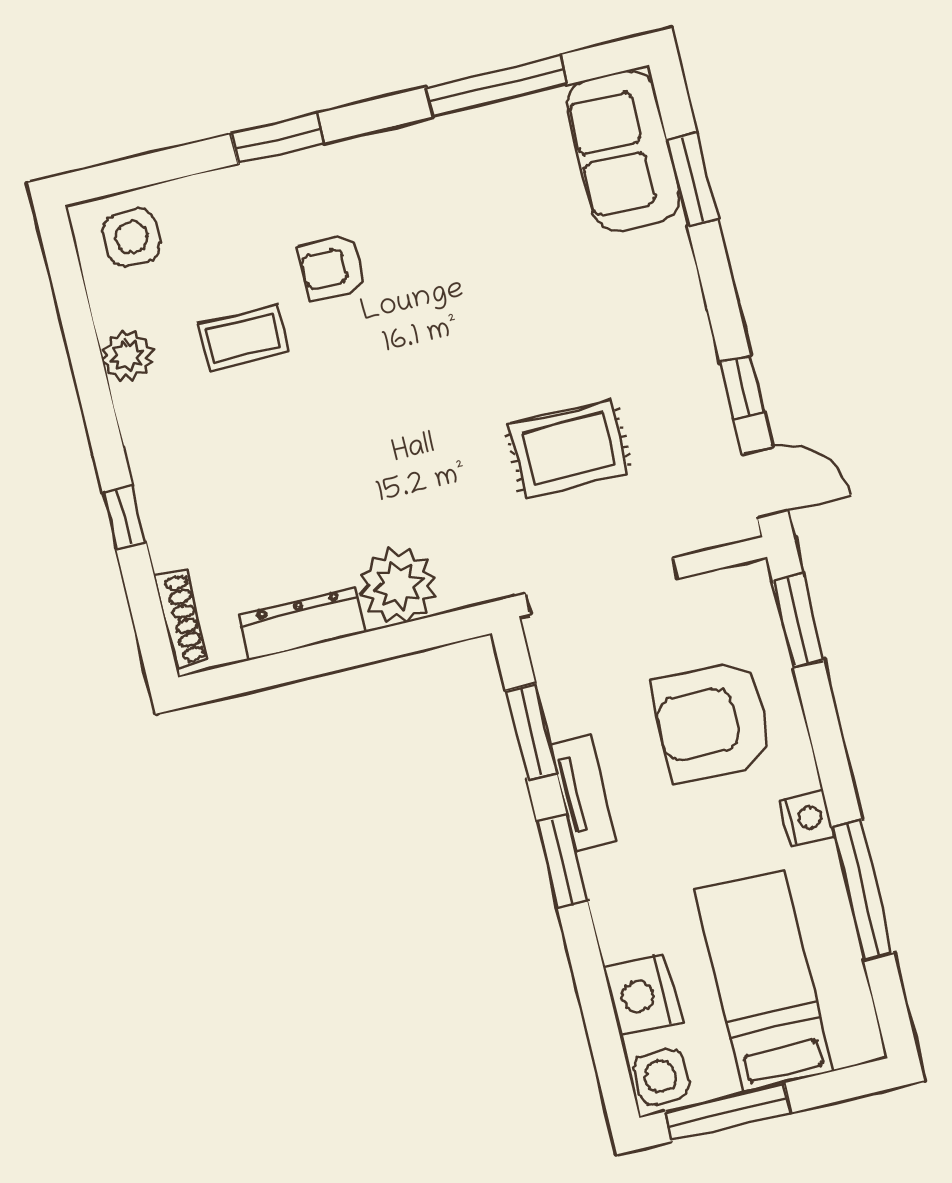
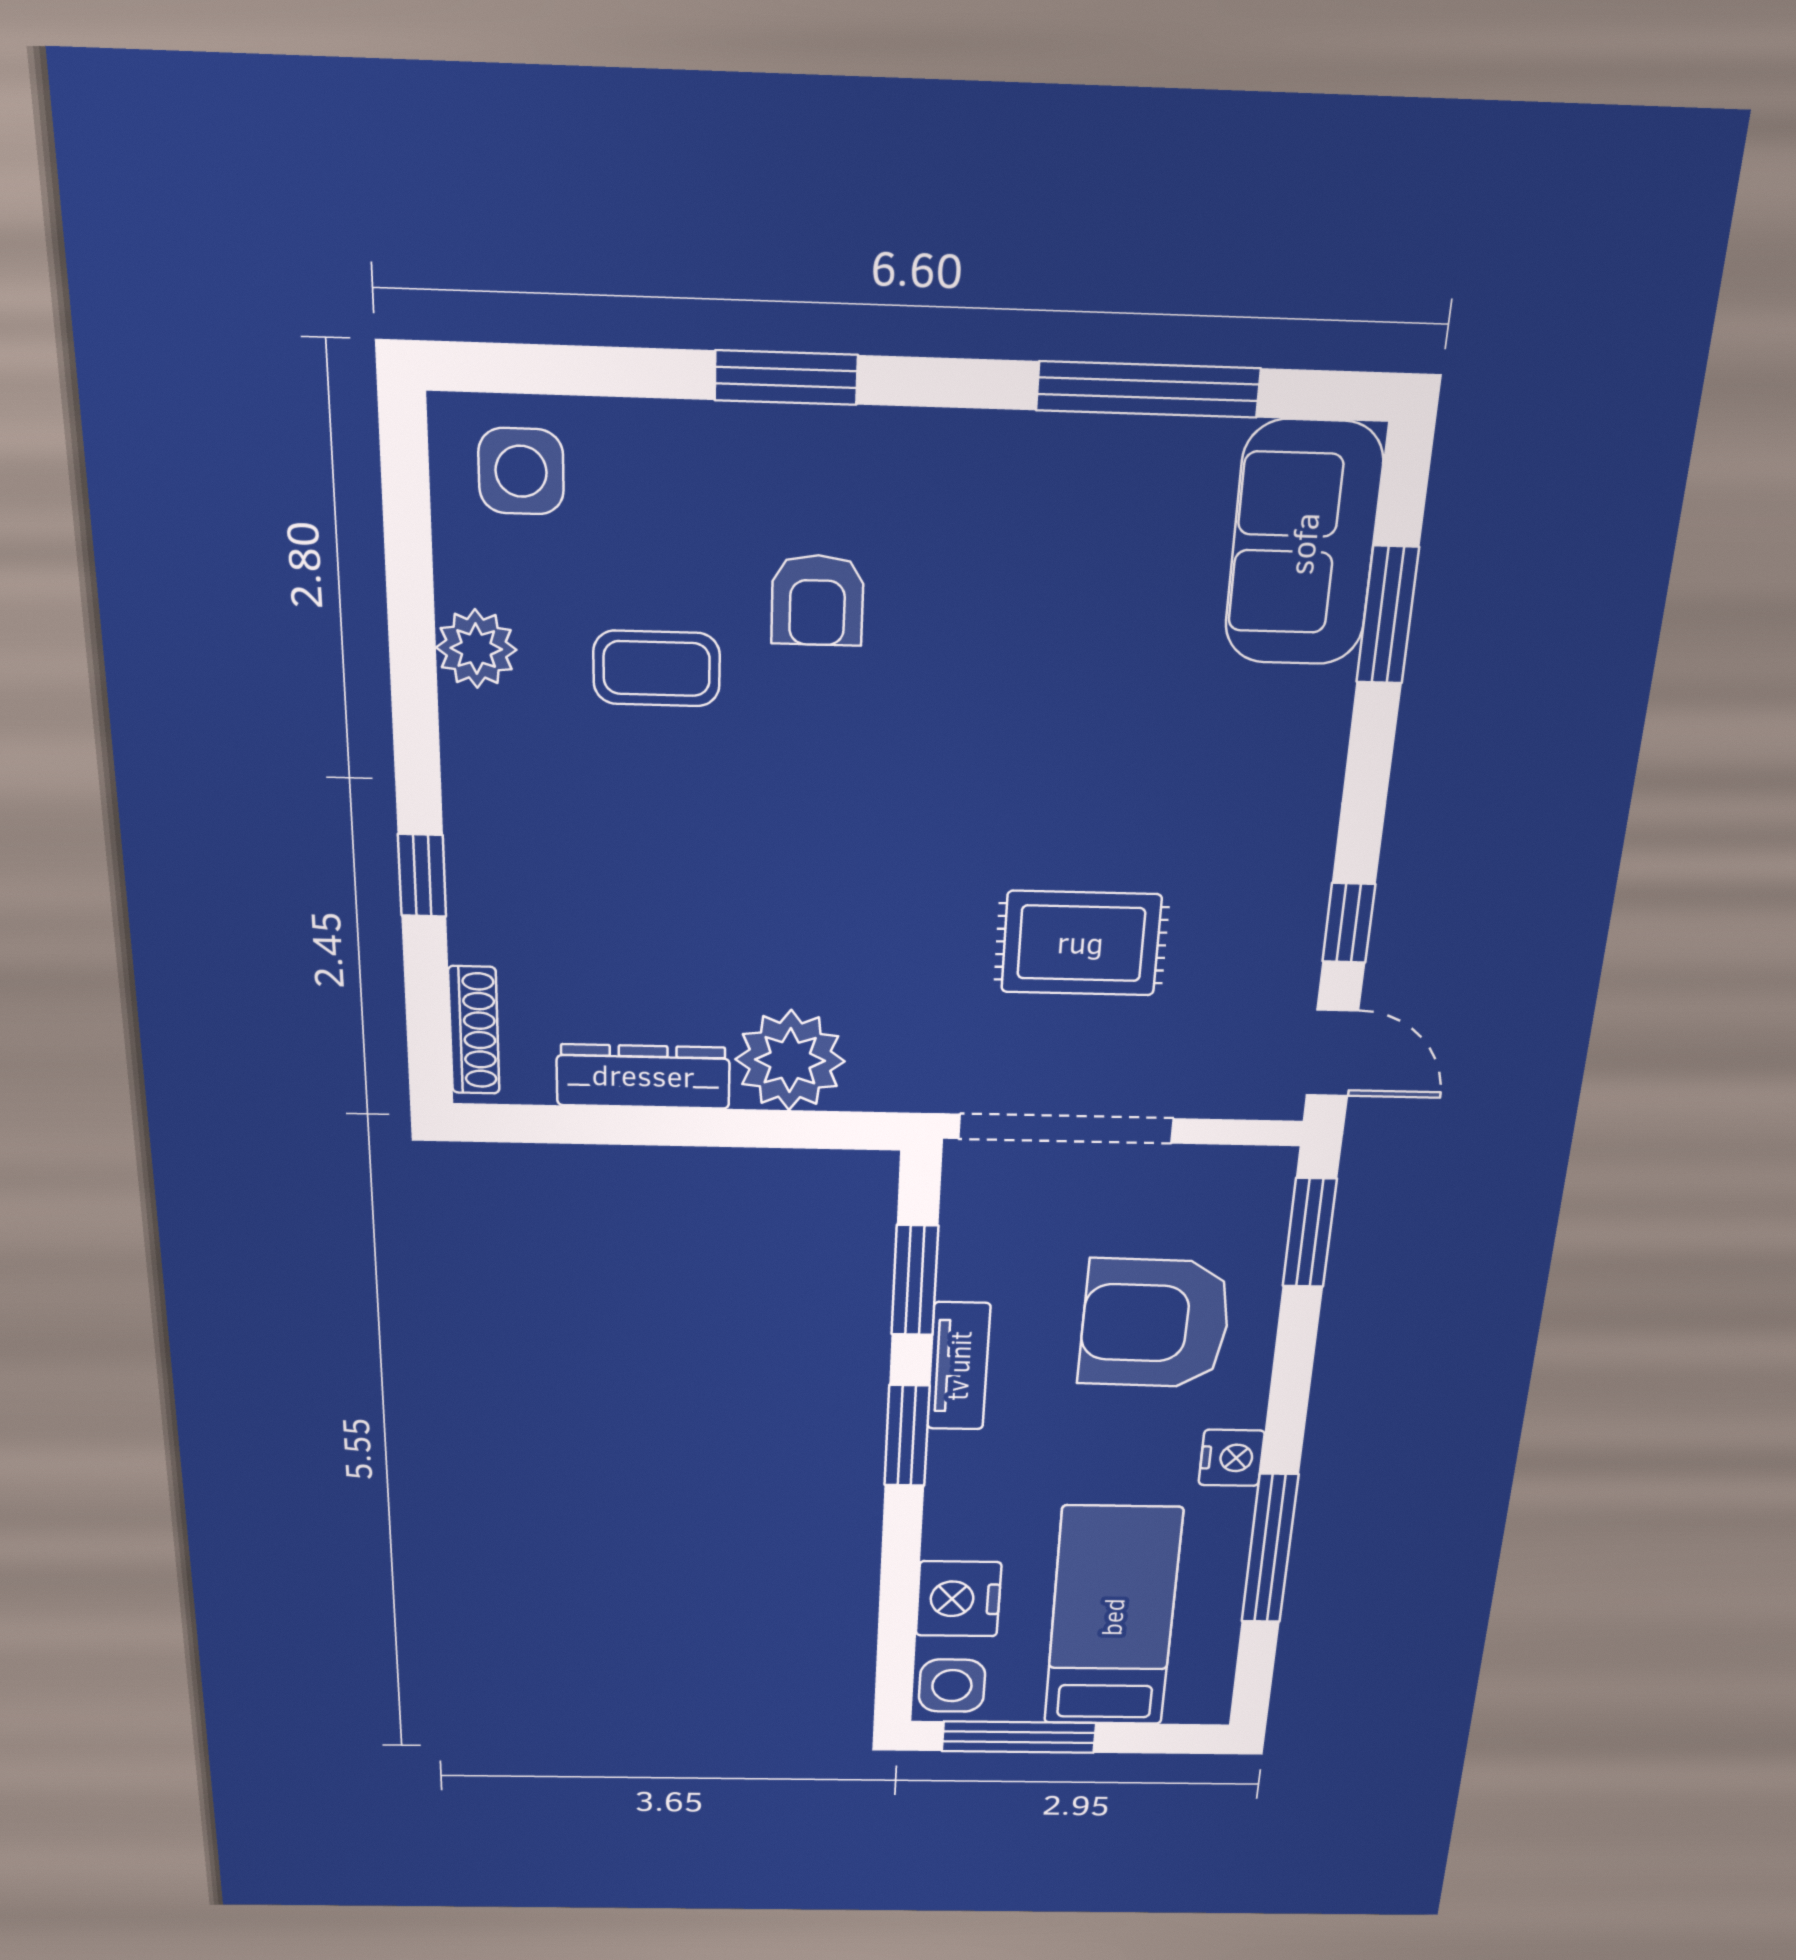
armchair: (332, 268) -> (817, 600), turned -90

